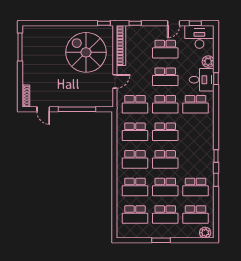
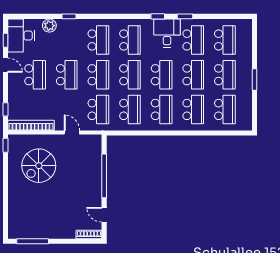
spiral stairs: (86, 52) -> (39, 166), width x0.73, depth x0.73
desk: (202, 80) -> (167, 33), moved
door: (43, 109) -> (104, 215), swing flipped
school desk: (196, 132) -> (130, 40), added
plant: (205, 233) -> (246, 29), removed

